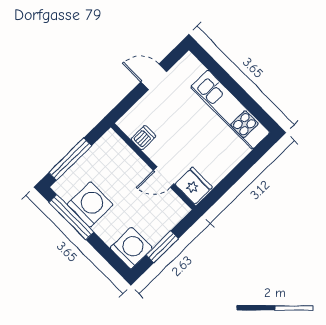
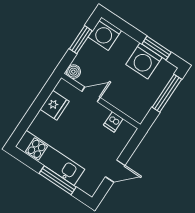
window: (227, 80) -> (58, 180), added
fridge: (194, 186) -> (55, 105), moved, turned -90
boiler: (179, 210) -> (73, 72), added
window: (71, 217) -> (157, 48), width x0.69

